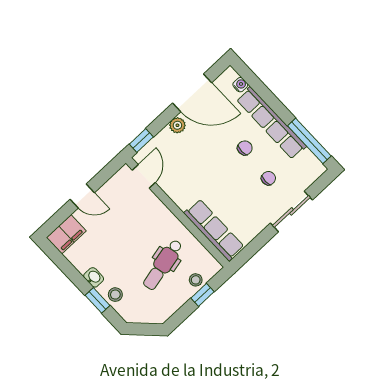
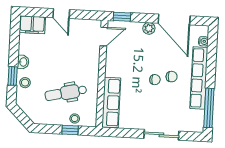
chair: (268, 178) -> (155, 80), moved

